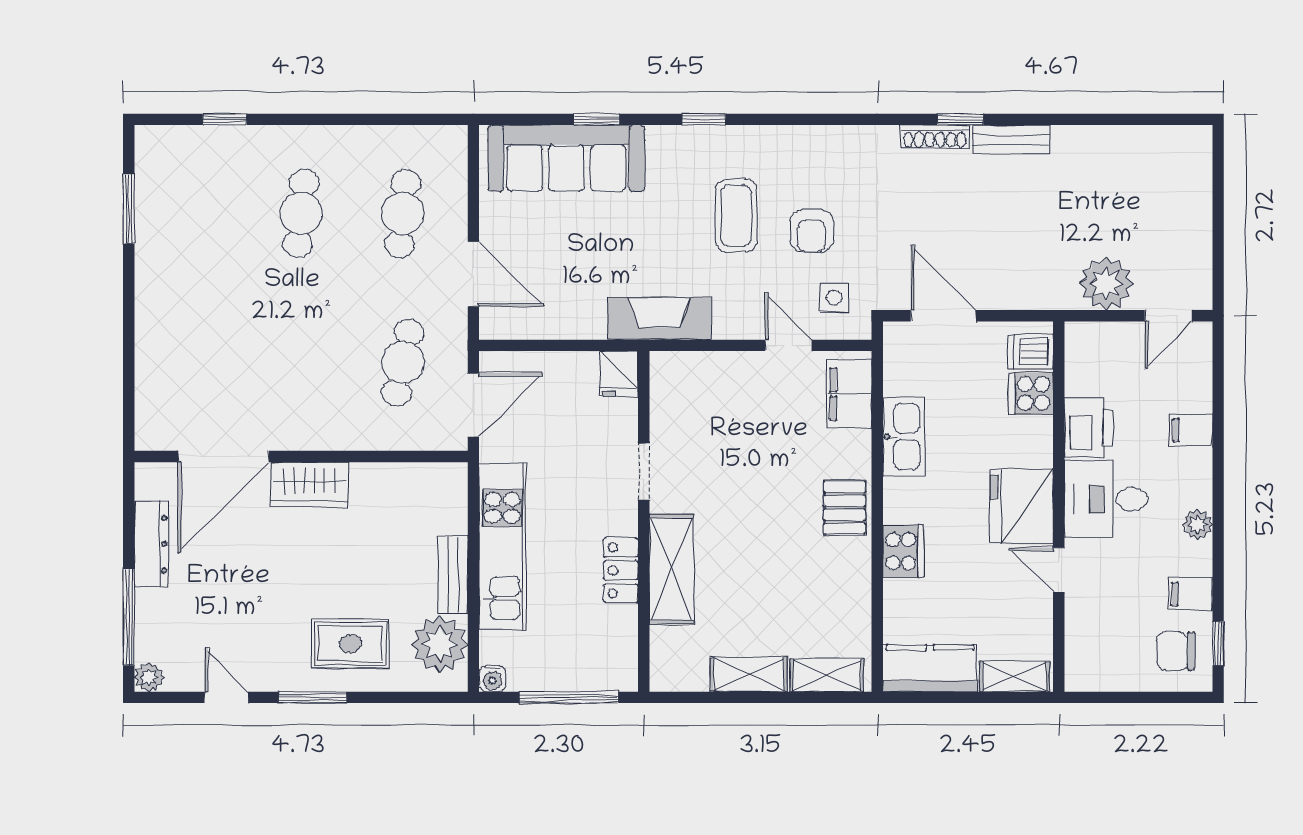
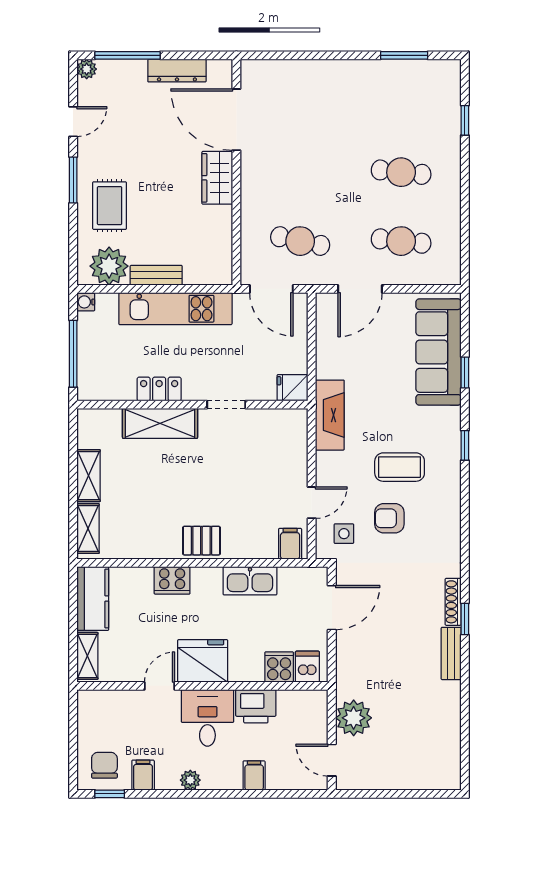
filing cabinet: (849, 394) -> (290, 544), width x0.50

